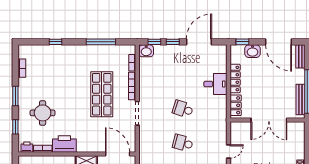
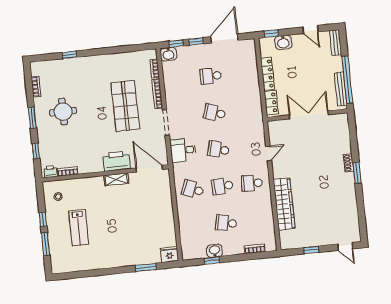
window: (101, 42) -> (118, 50), removed
door: (279, 42) -> (310, 29), width x0.53
school desk: (183, 75) -> (211, 76), added
desk: (215, 84) -> (183, 150), moved, turned 180
round table: (43, 113) -> (63, 112), moved
double door: (269, 120) -> (309, 115), swing flipped
printer: (64, 144) -> (117, 161), moved

